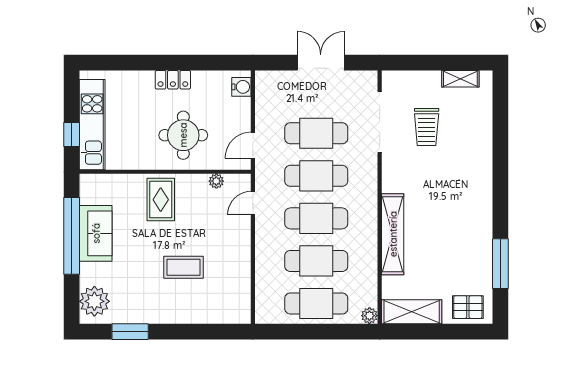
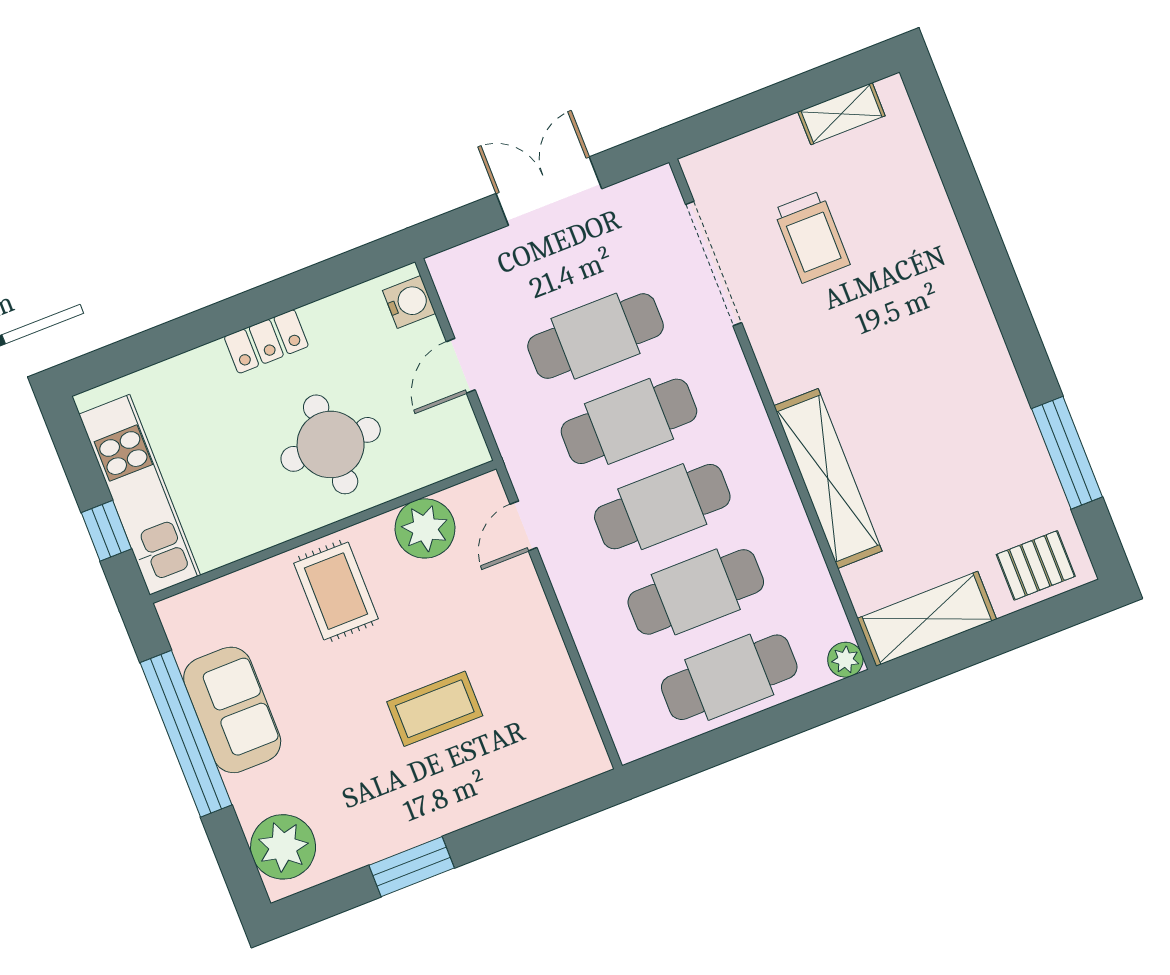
door: (253, 145) -> (461, 366), moved
plant: (216, 181) -> (425, 528), width x1.88, depth x1.88
window: (130, 332) -> (412, 867), moved

